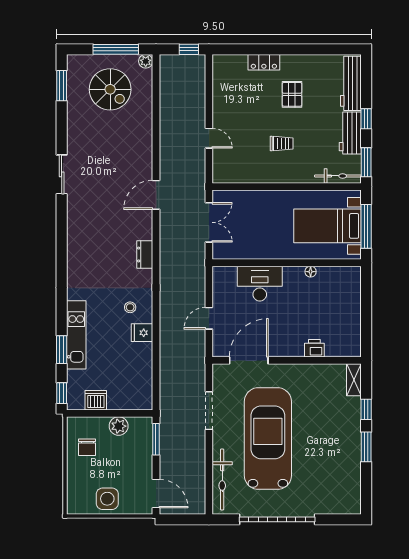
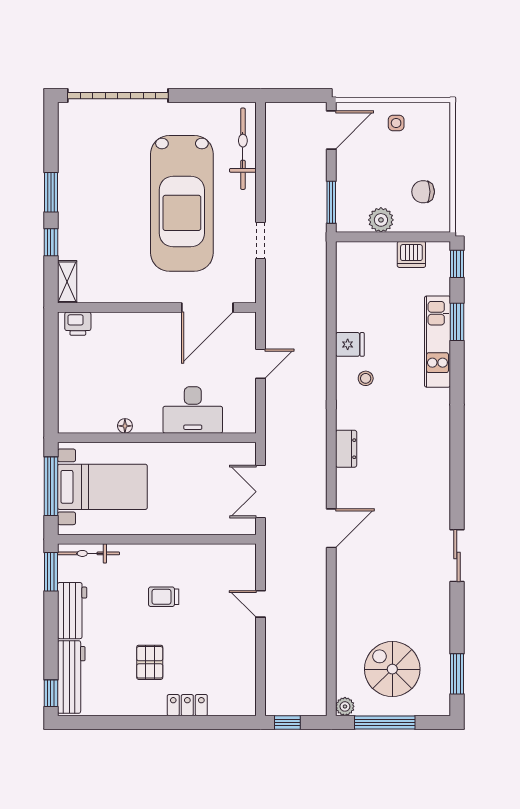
window: (366, 119) -> (51, 693), moved
printer: (314, 348) -> (78, 324), moved
doorway: (209, 411) -> (261, 241), width x0.73
chair: (87, 447) -> (423, 192), turned -90
door: (156, 494) -> (331, 130), swing flipped
side table: (107, 499) -> (396, 123), width x0.54, depth x0.54
garage door: (277, 519) -> (118, 96), moved

